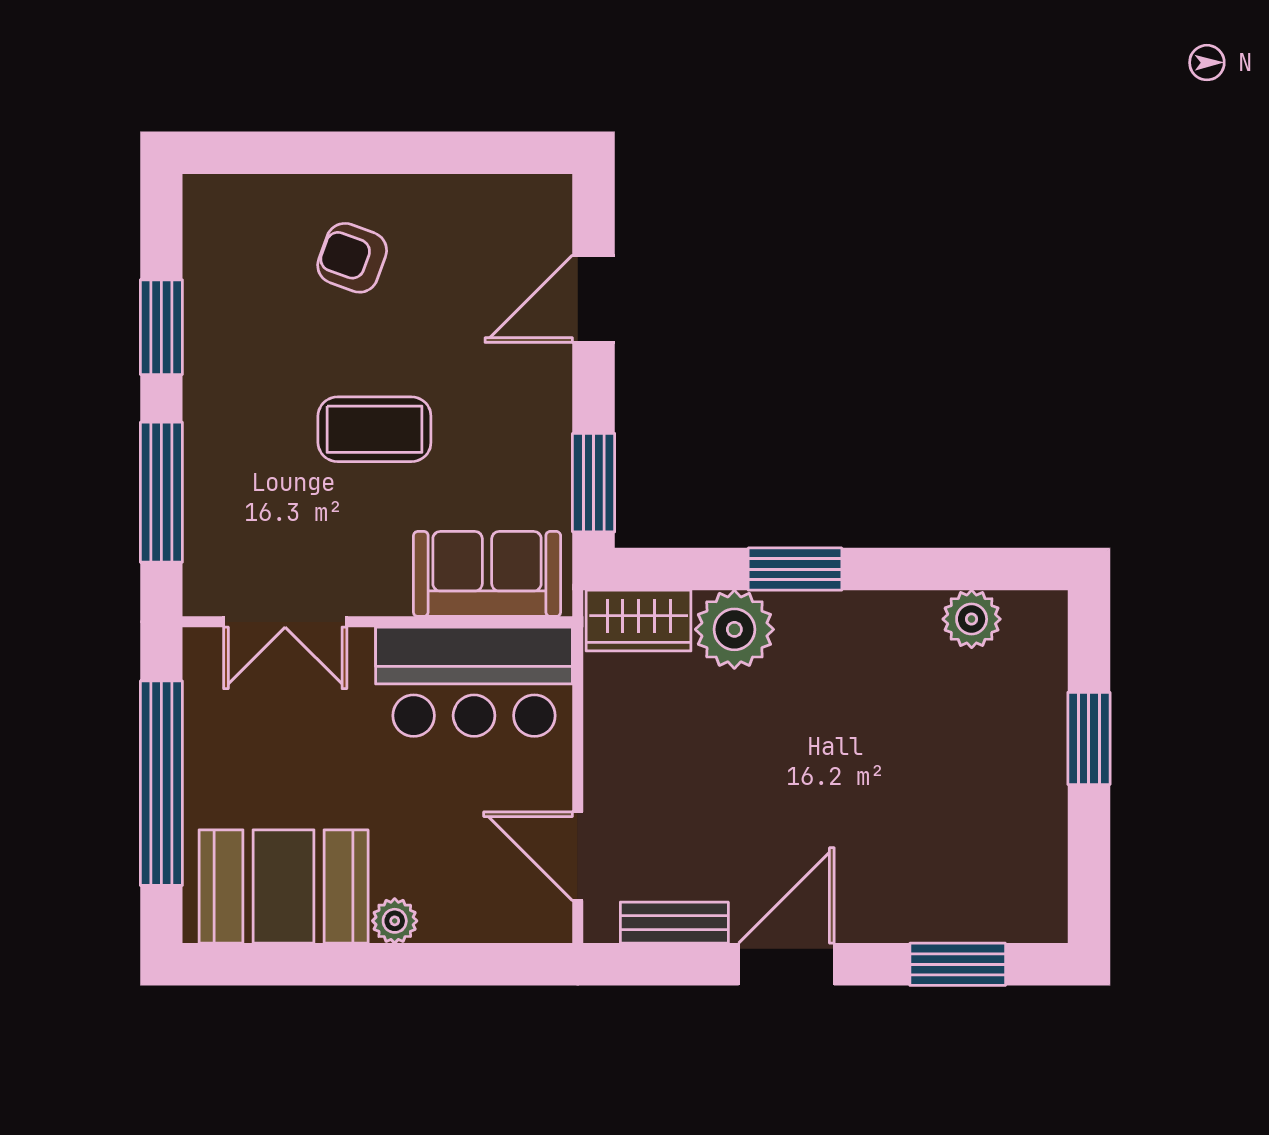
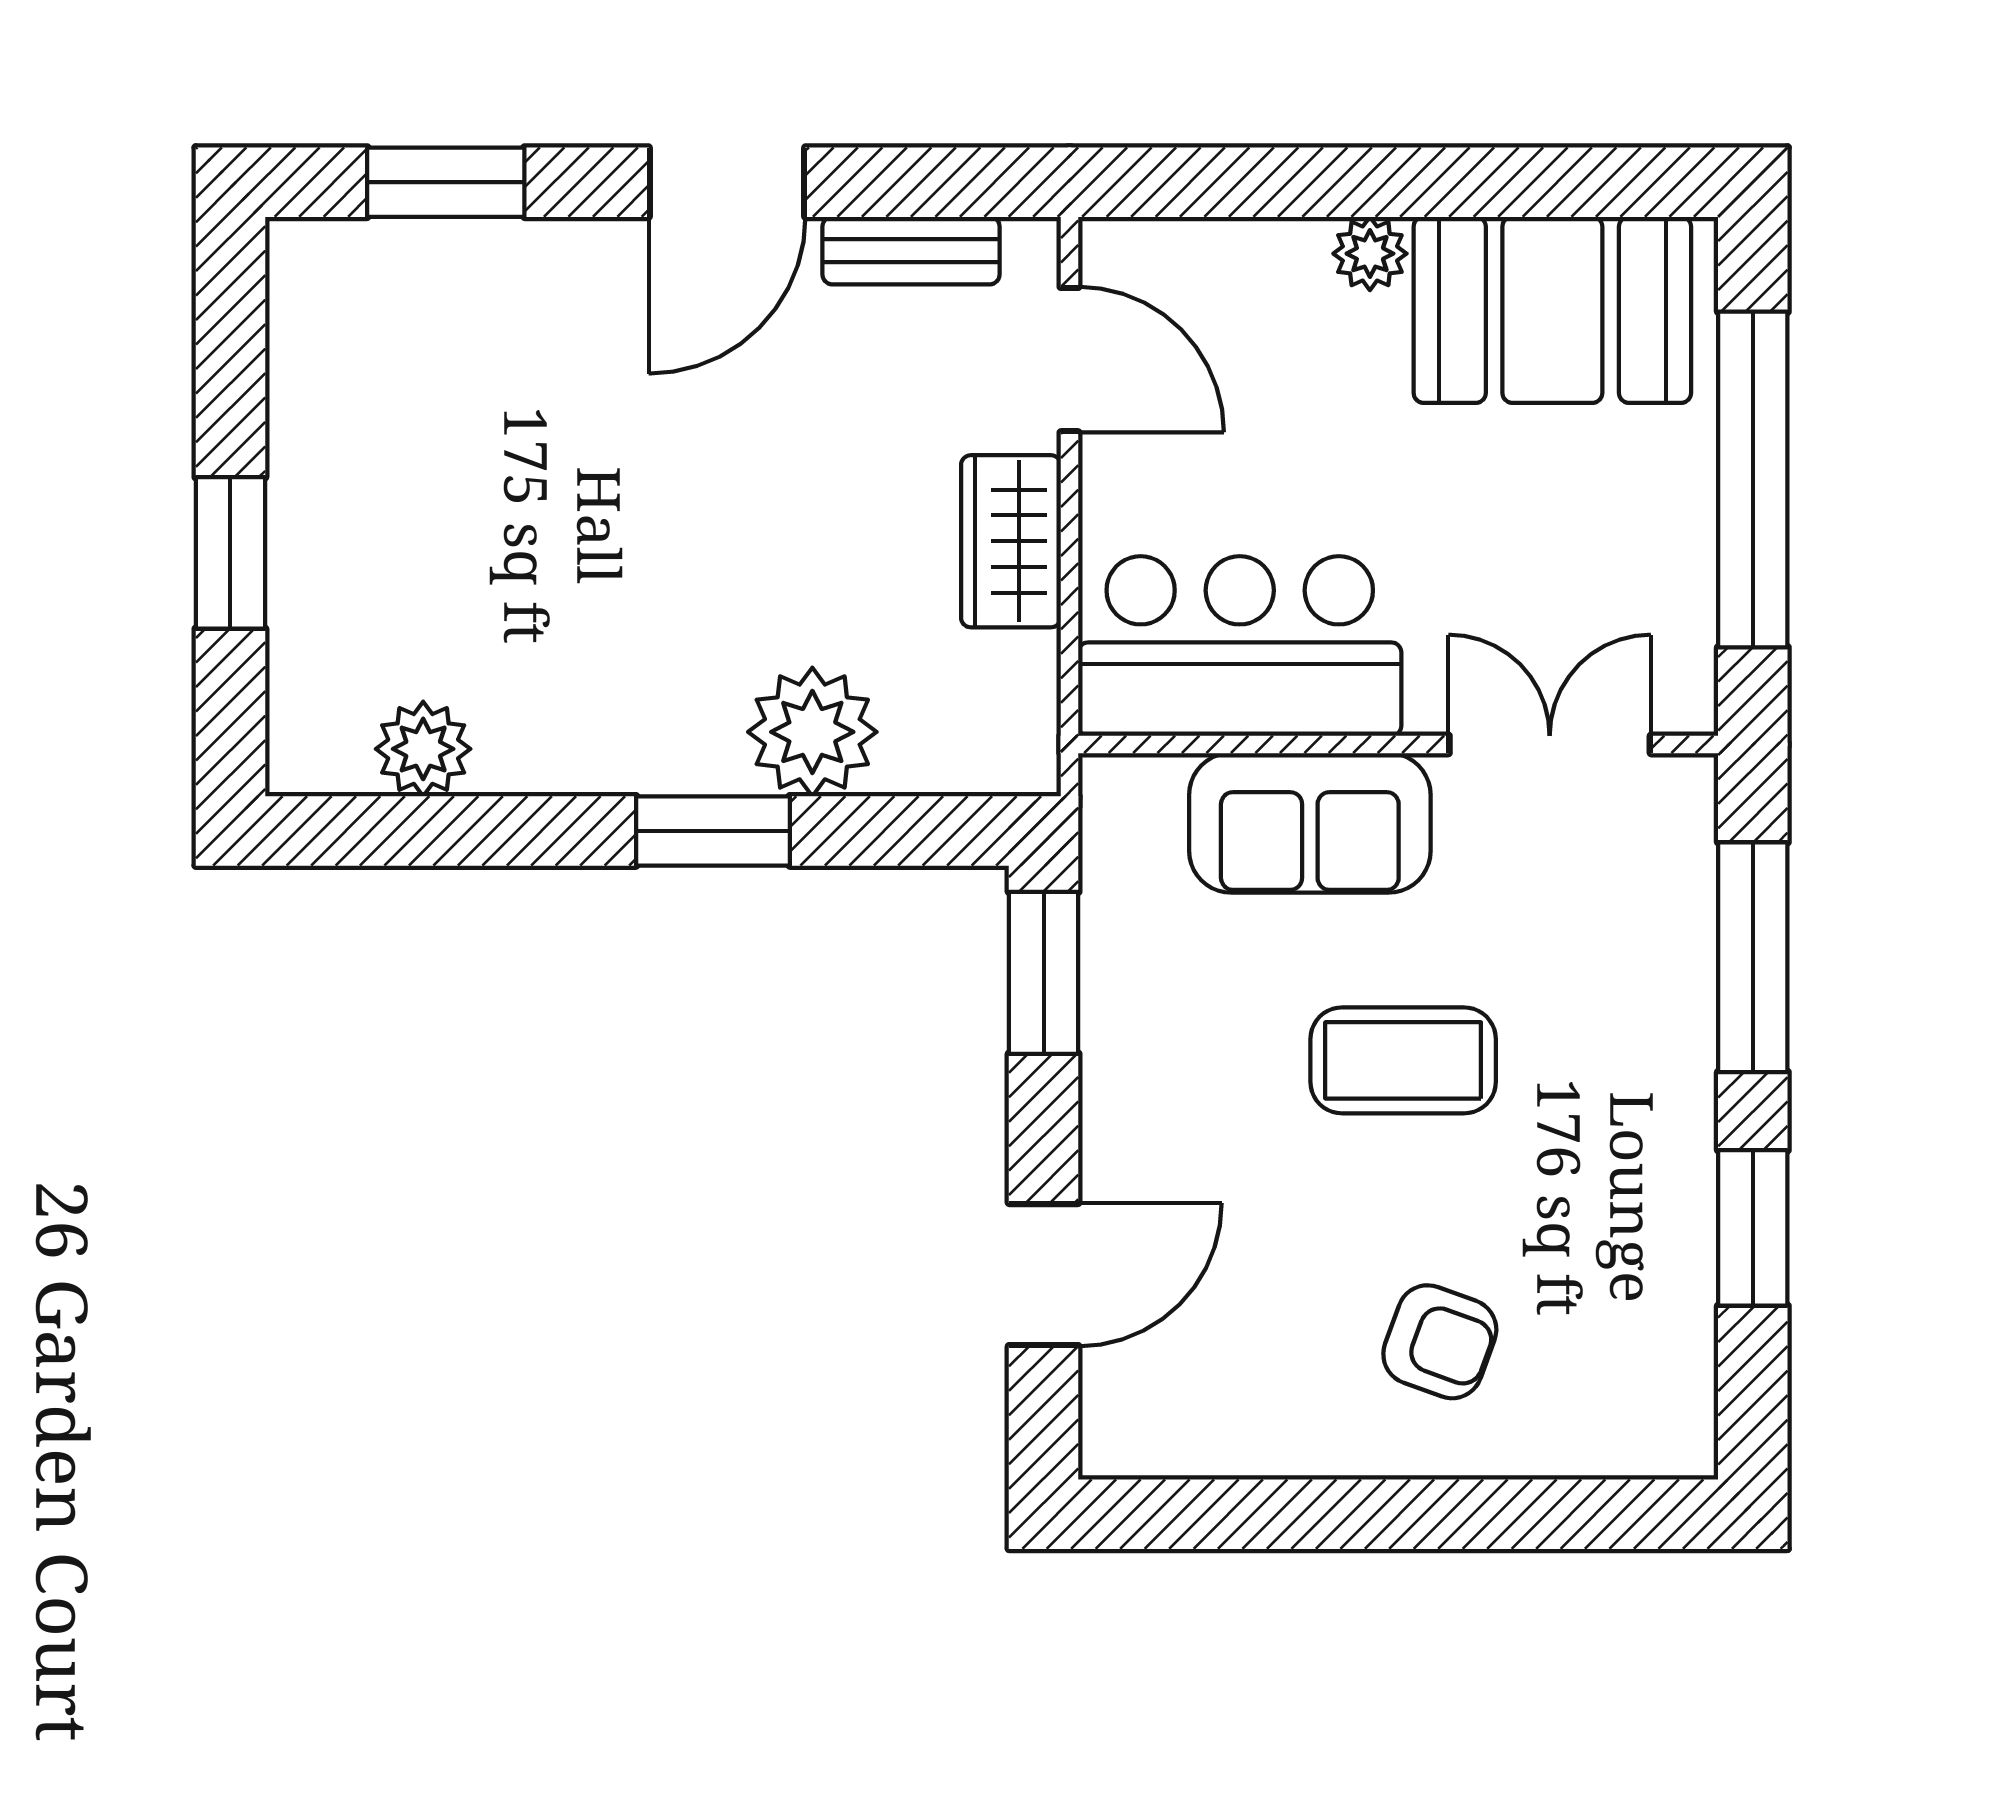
sofa: (487, 574) -> (1310, 823), moved
wardrobe: (639, 621) -> (1011, 541), moved, turned -90

